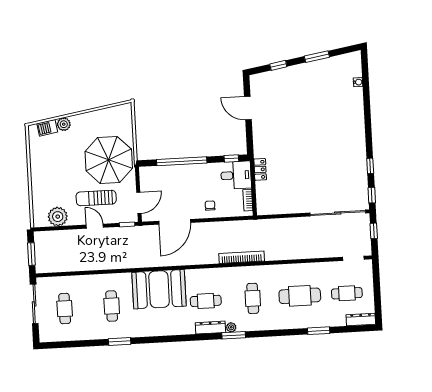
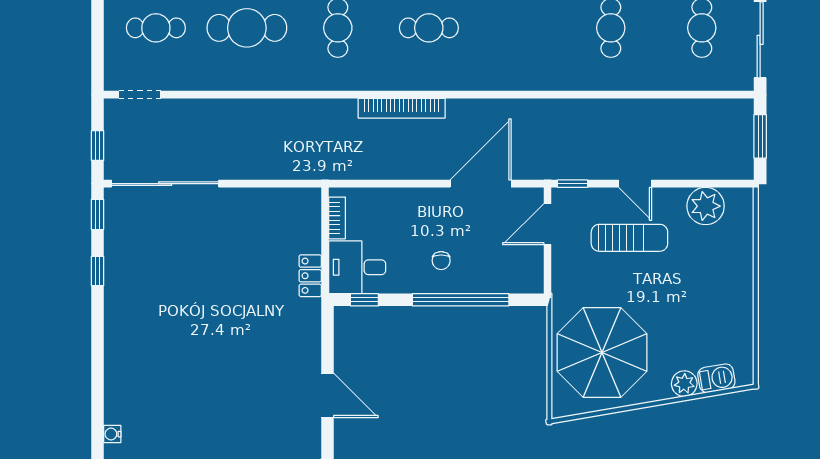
parasol: (109, 160) -> (602, 353), moved
chair: (210, 206) -> (441, 261), moved
bookcase: (242, 257) -> (402, 108), moved
booth: (159, 289) -> (518, 55), removed

